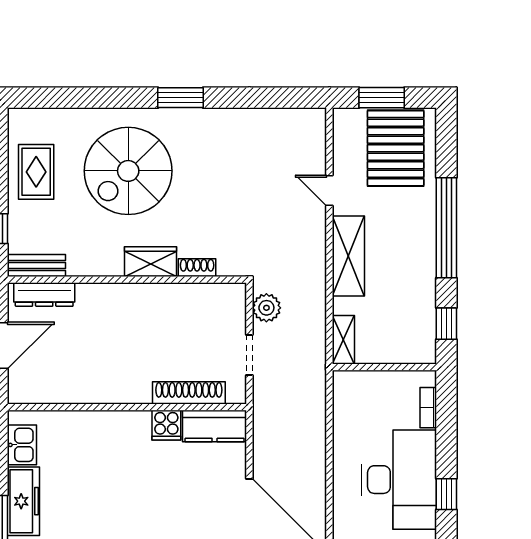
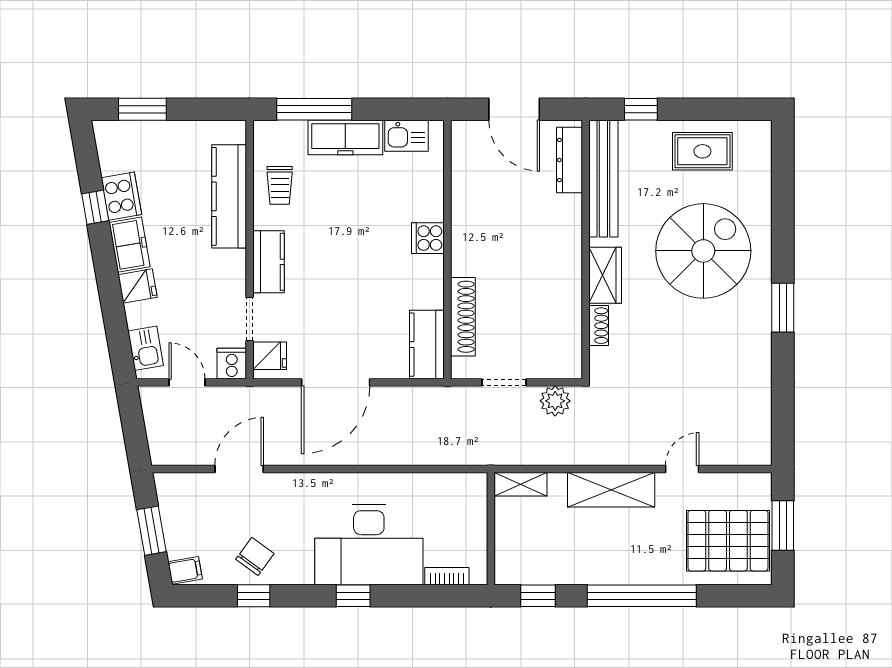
spiral stairs: (128, 171) -> (703, 251), turned 90
bench: (36, 266) -> (603, 179), width x1.86, depth x1.21
cooker: (166, 425) -> (428, 238), moved

